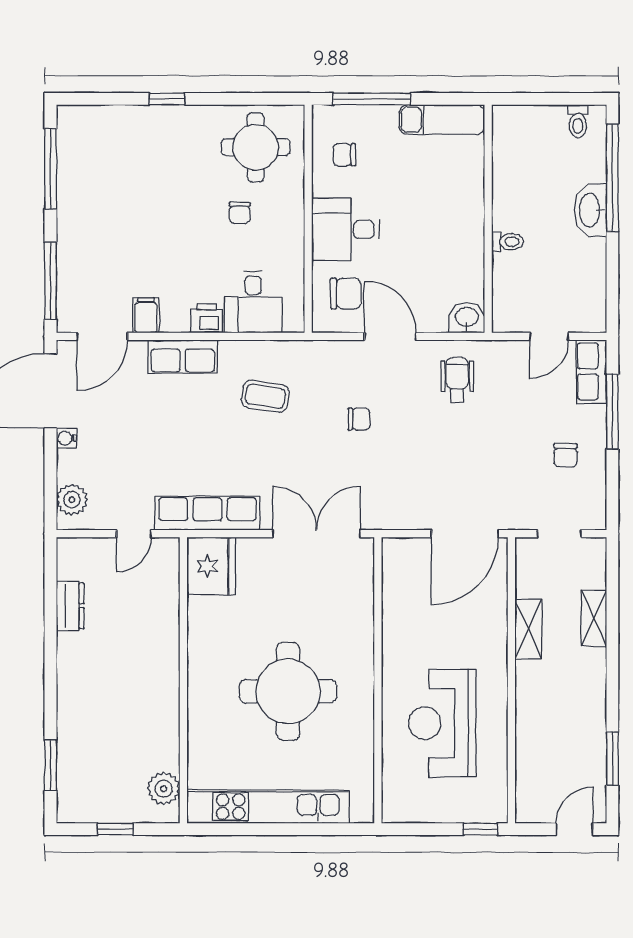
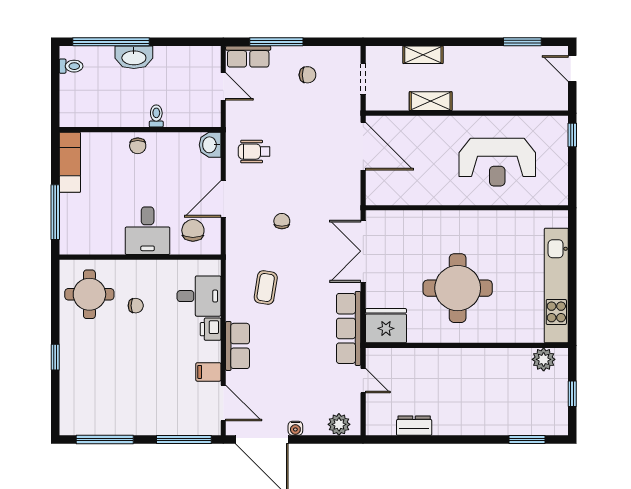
chair: (344, 155) -> (138, 146), moved
round table: (288, 691) -> (458, 288), moved

